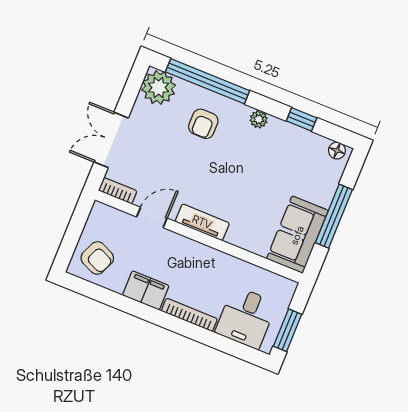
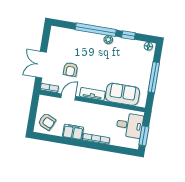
window: (208, 81) -> (96, 30), moved
plant: (159, 88) -> (58, 35), removed
armchair: (203, 124) -> (71, 69), moved
sofa: (297, 235) -> (123, 94), moved, turned 90
desk: (246, 318) -> (130, 125), moved, turned -90

